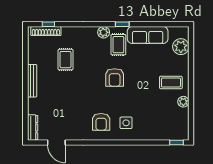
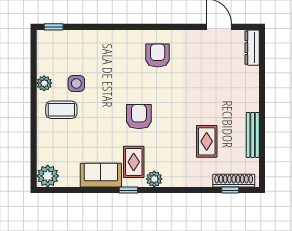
sofa: (148, 35) -> (101, 175), width x0.73
plant: (181, 47) -> (48, 176), moved
bench: (32, 81) -> (253, 135), moved
side table: (126, 123) -> (76, 83), moved

